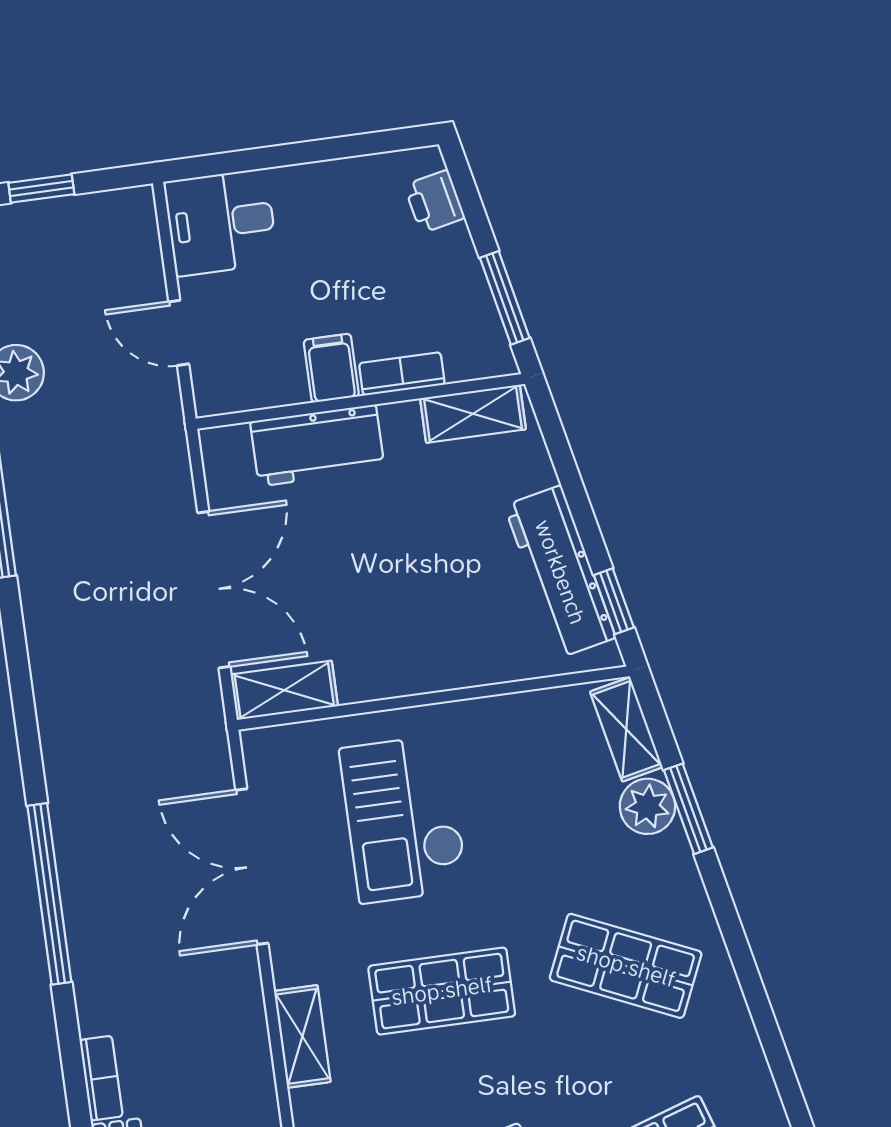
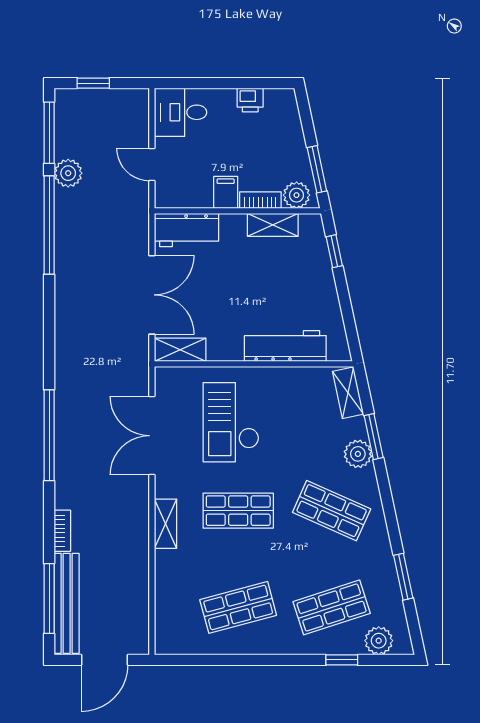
printer: (434, 202) -> (250, 100), moved, turned -78
plant: (472, 354) -> (297, 195), added
shelving: (473, 414) -> (273, 225), moved
workbench: (317, 445) -> (186, 230), moved
workbench: (560, 572) -> (285, 346), moved, turned 102
window: (614, 601) -> (334, 251), moved
plant: (647, 806) -> (358, 454), moved
window: (785, 1077) -> (403, 577), added

